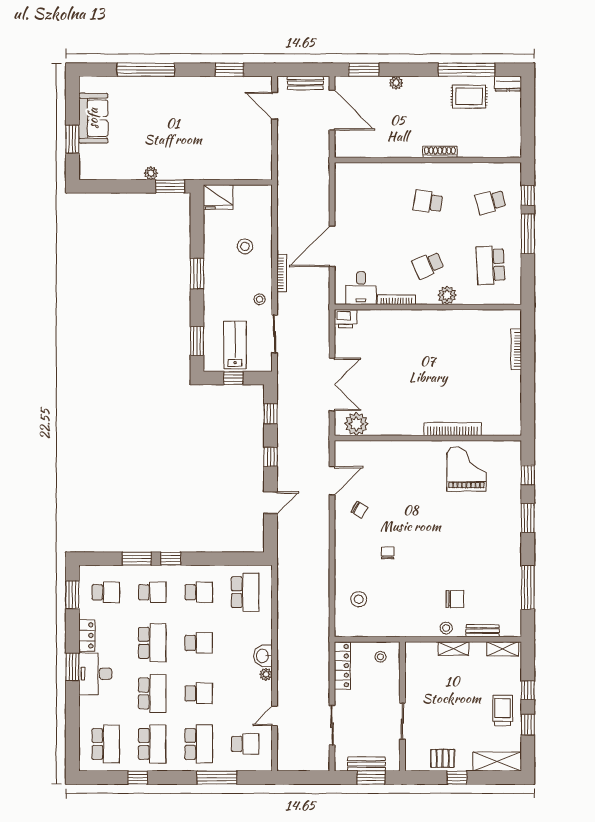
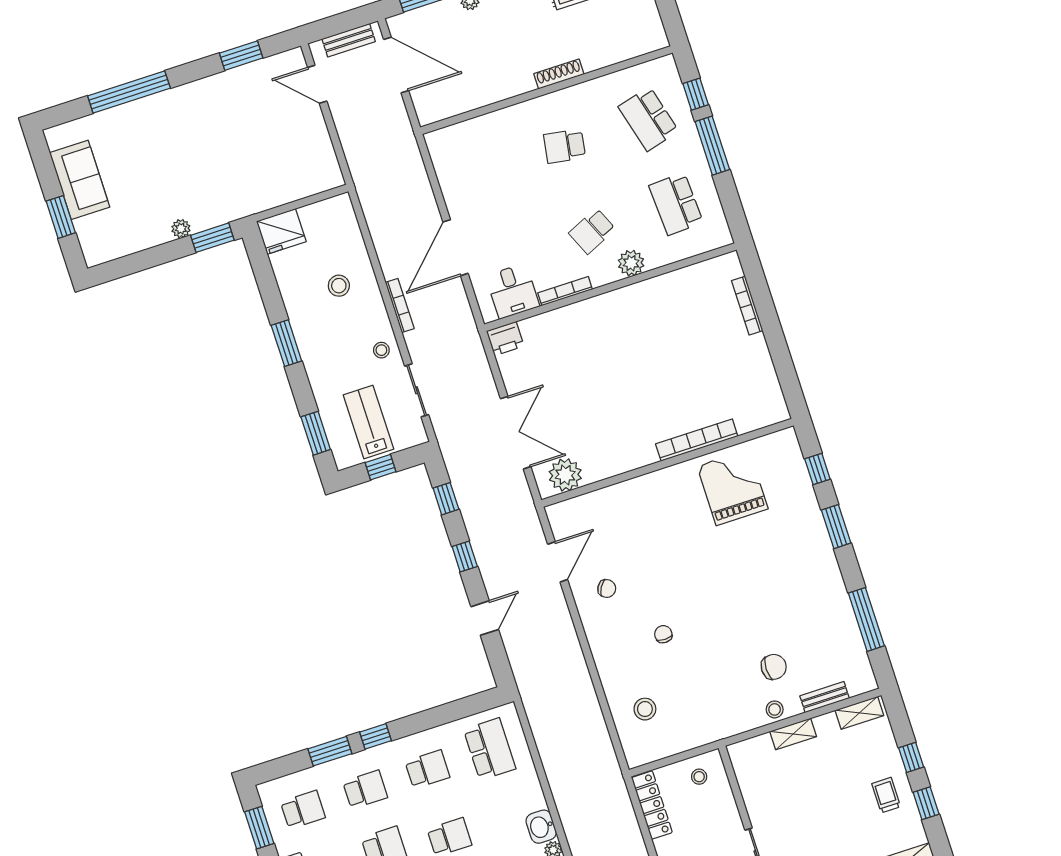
school desk: (490, 202) -> (648, 119), width x1.85
trolley: (503, 710) -> (886, 795), width x0.73, depth x0.72

